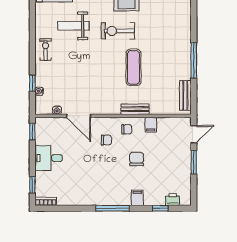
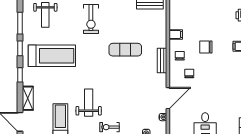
weight bench: (73, 26) -> (89, 103), turned 180
exercise bike: (118, 31) -> (91, 19), moved
bench: (135, 109) -> (162, 60), moved

